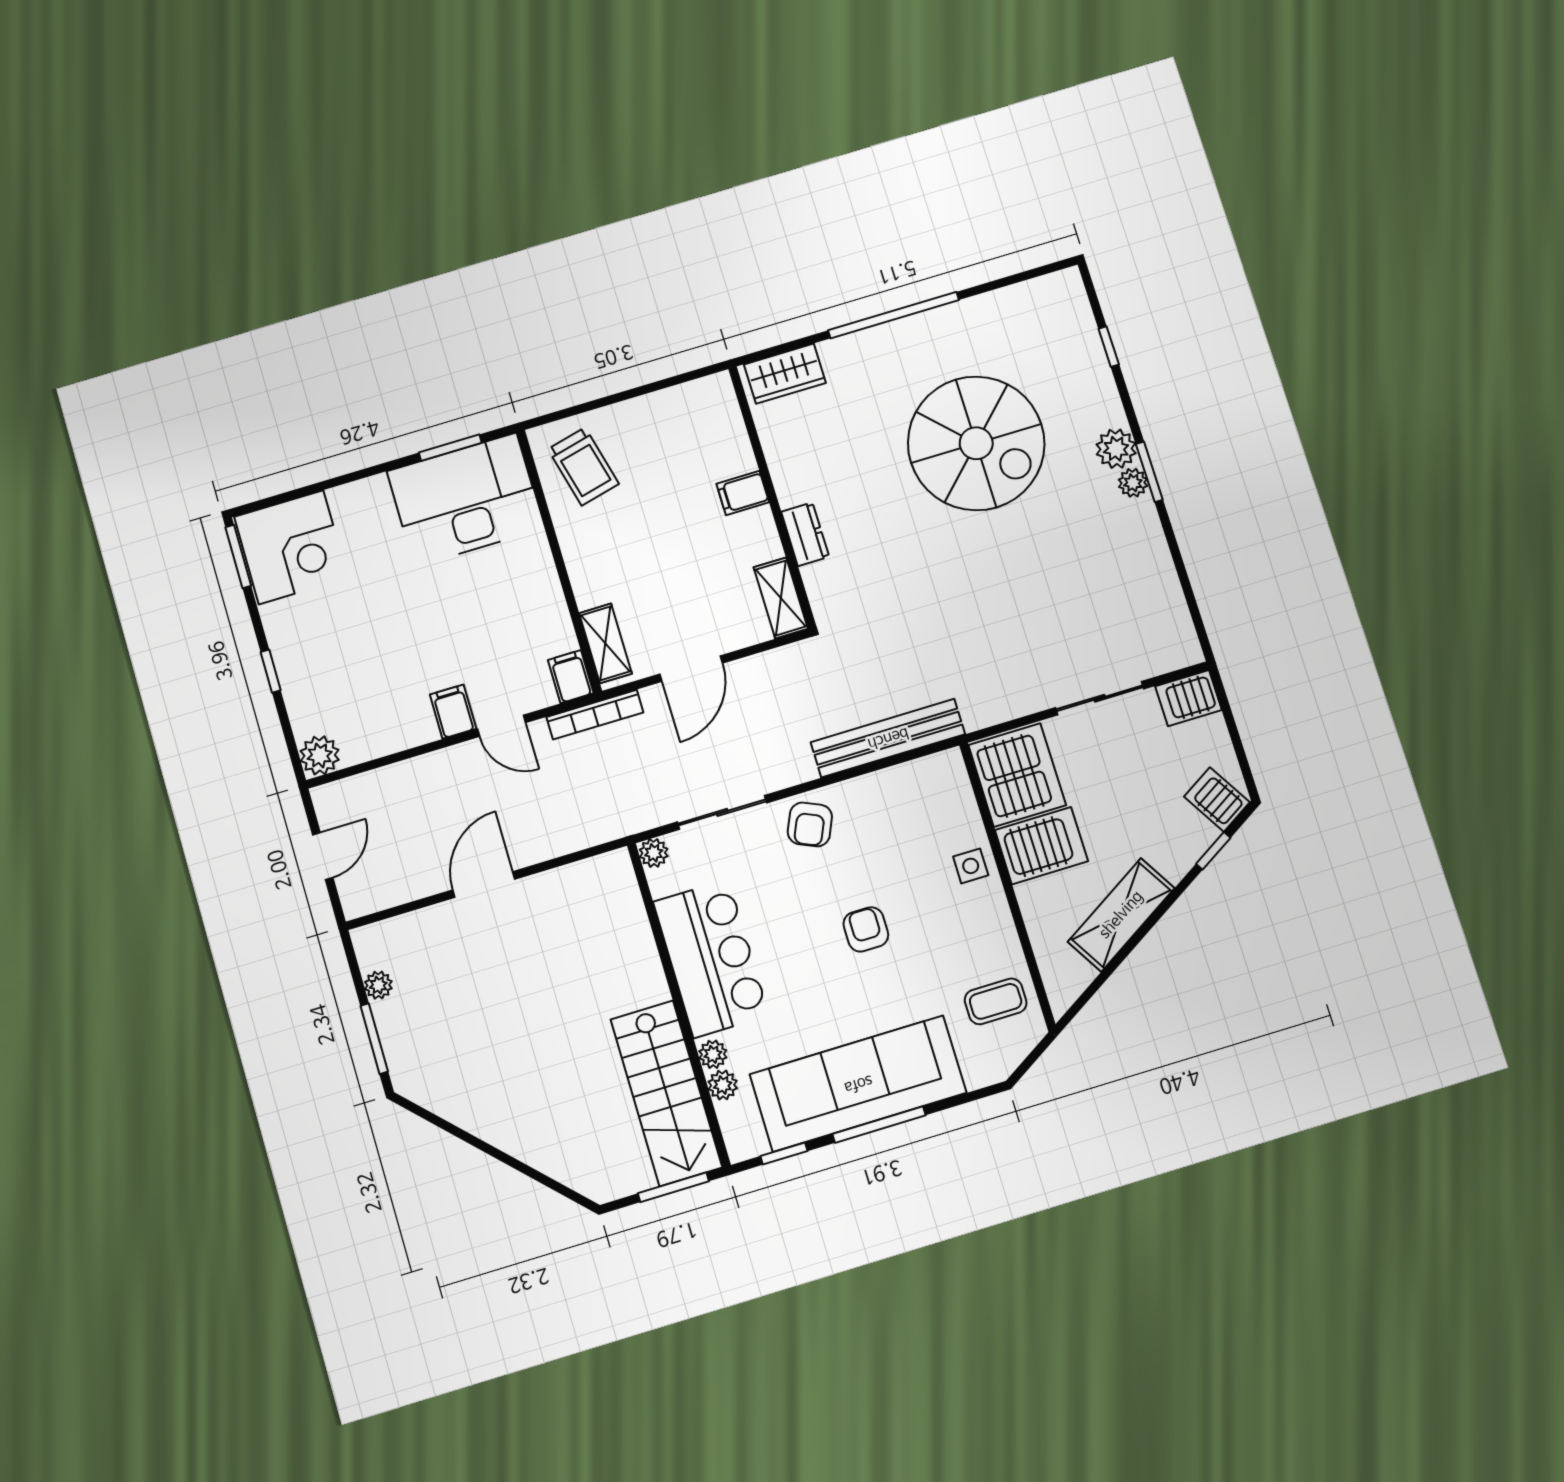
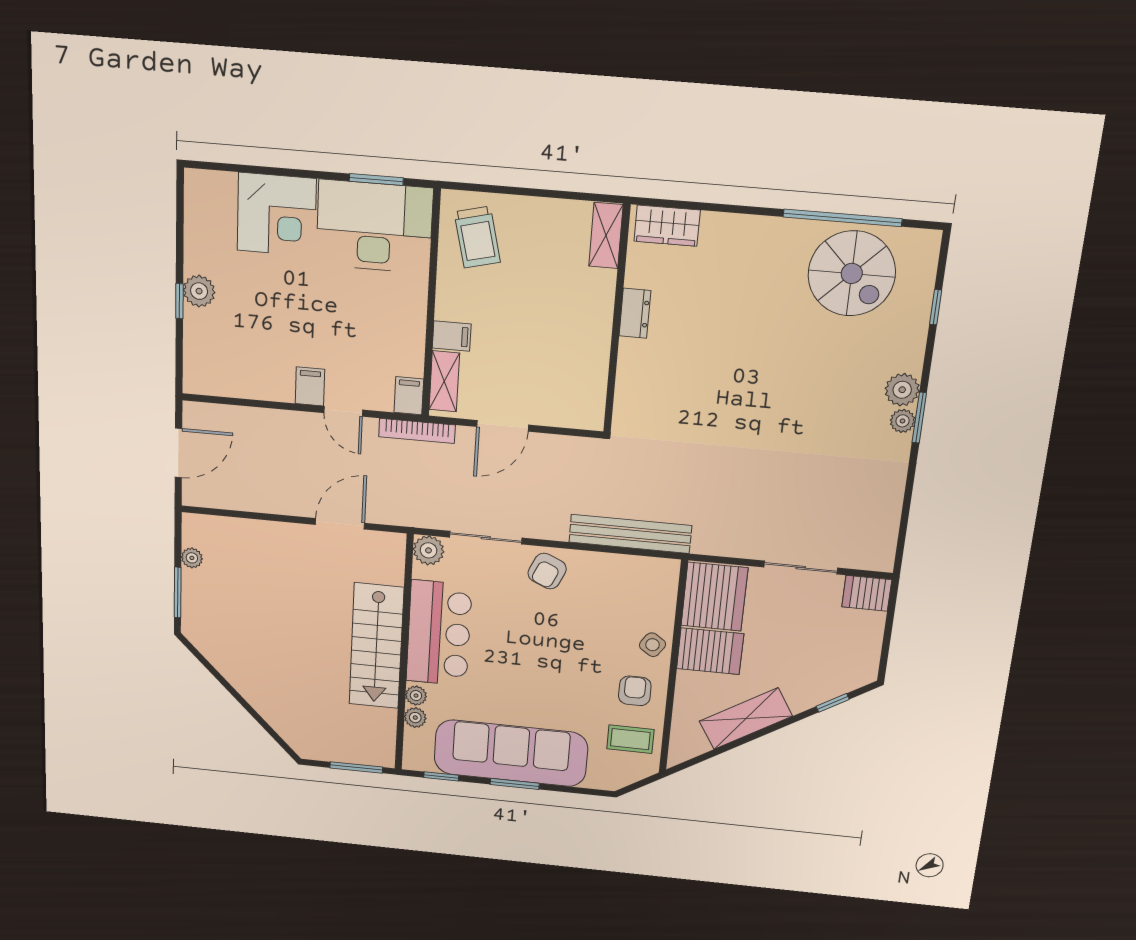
window: (894, 315) -> (842, 218), moved
spiral stairs: (976, 443) -> (852, 273), moved, width x0.73, depth x0.73
filing cabinet: (743, 493) -> (452, 336), moved, turned 180
dresser: (805, 534) -> (635, 313), moved
corner desk: (291, 547) -> (277, 215), moved
window: (238, 556) -> (180, 201), removed
shelving: (781, 598) -> (606, 235), moved
plant: (320, 755) -> (199, 291), moved
server rack: (1217, 799) -> (853, 670), removed
plant: (654, 853) -> (428, 550), width x1.38, depth x1.38
door: (323, 856) -> (178, 453), width x1.38
side table: (971, 866) -> (652, 645), turned 34
door: (484, 885) -> (340, 524), moved
armchair: (866, 929) -> (635, 691), moved
stairs: (666, 1093) -> (376, 646), moved
window: (879, 1125) -> (515, 784), width x0.69

